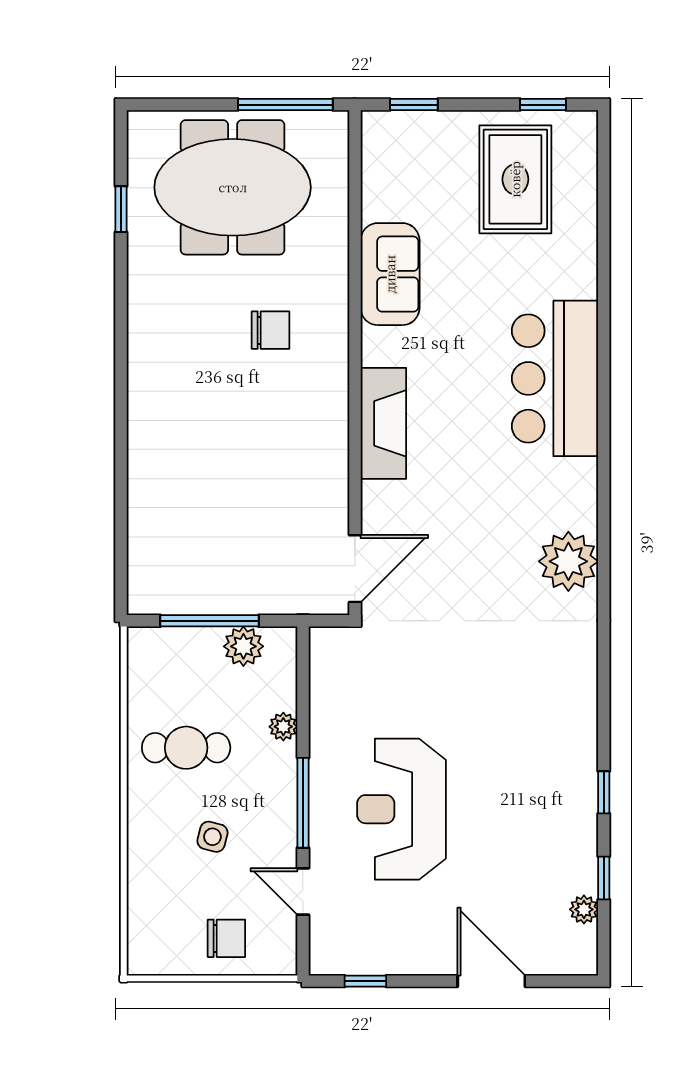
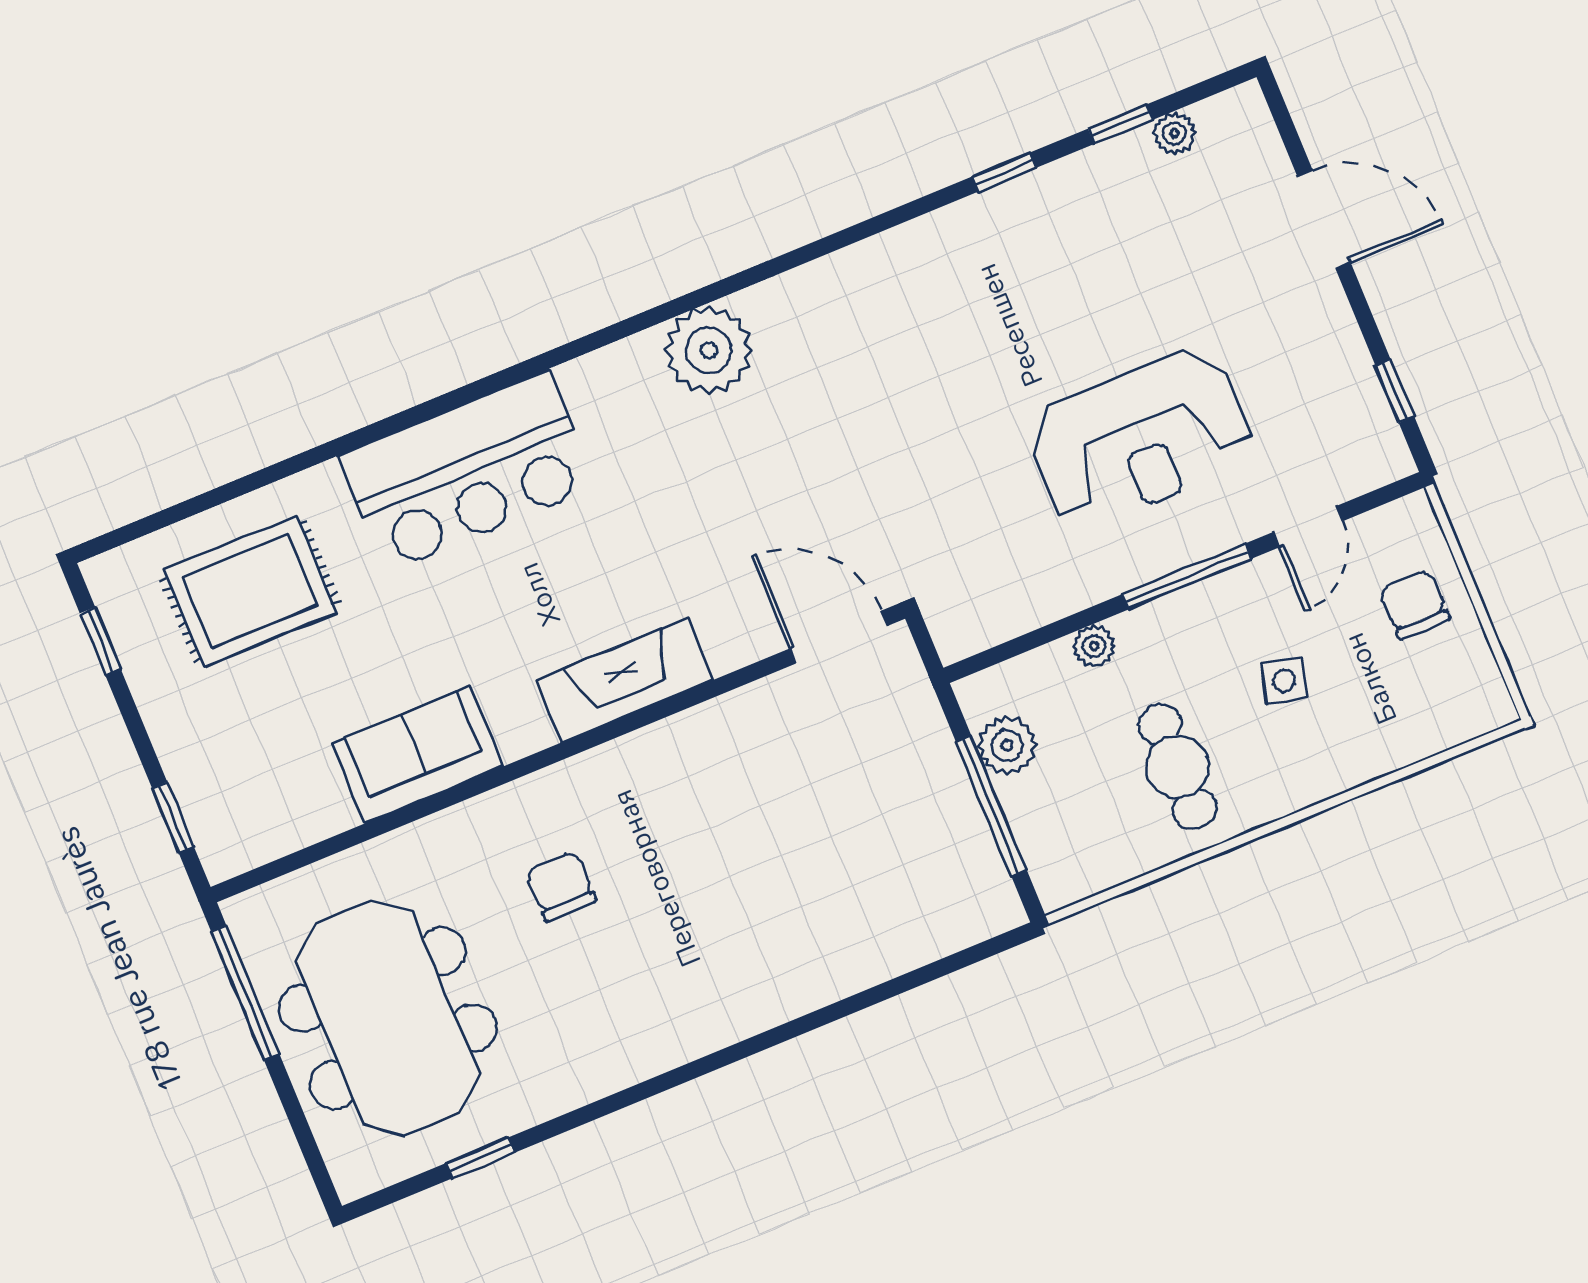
rug: (515, 179) -> (250, 591), moved
door: (491, 981) -> (1324, 220), swing flipped

